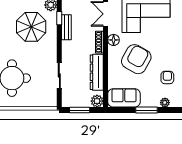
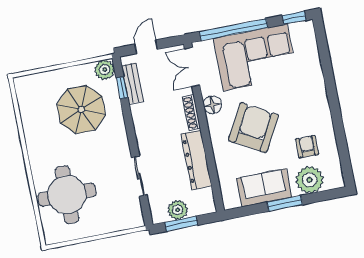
bench: (66, 27) -> (132, 83), moved
sofa: (124, 98) -> (264, 188), moved
plant: (97, 101) -> (178, 210), moved
plant: (165, 103) -> (310, 180), width x1.87, depth x1.87

